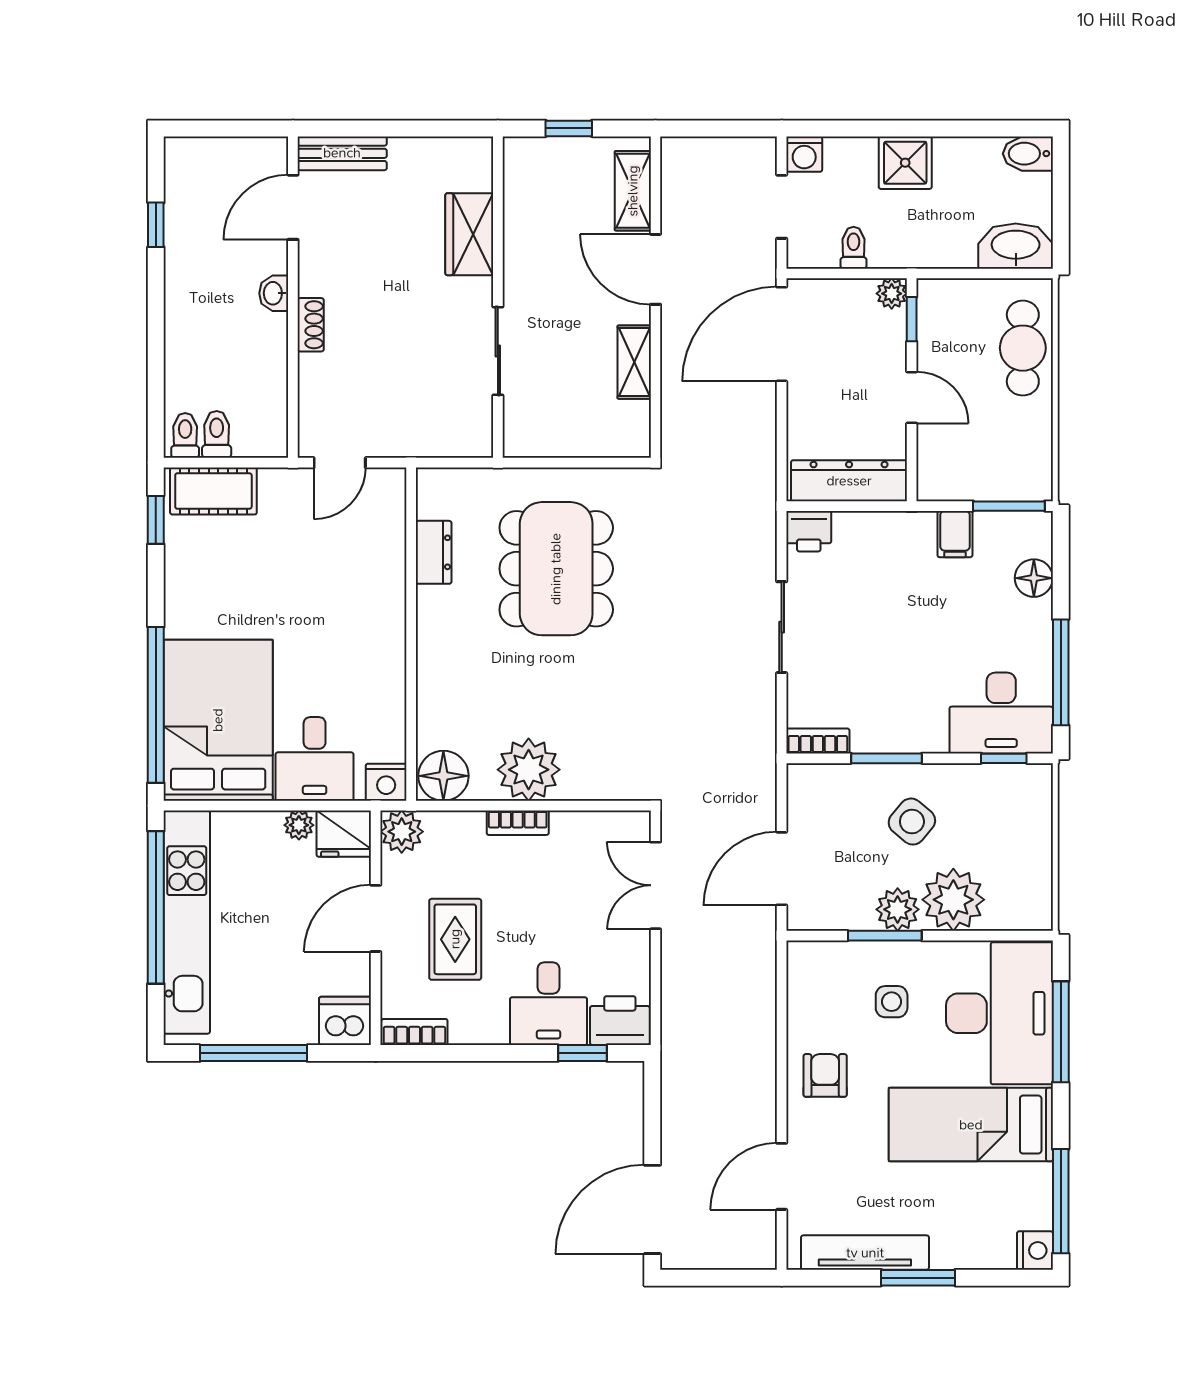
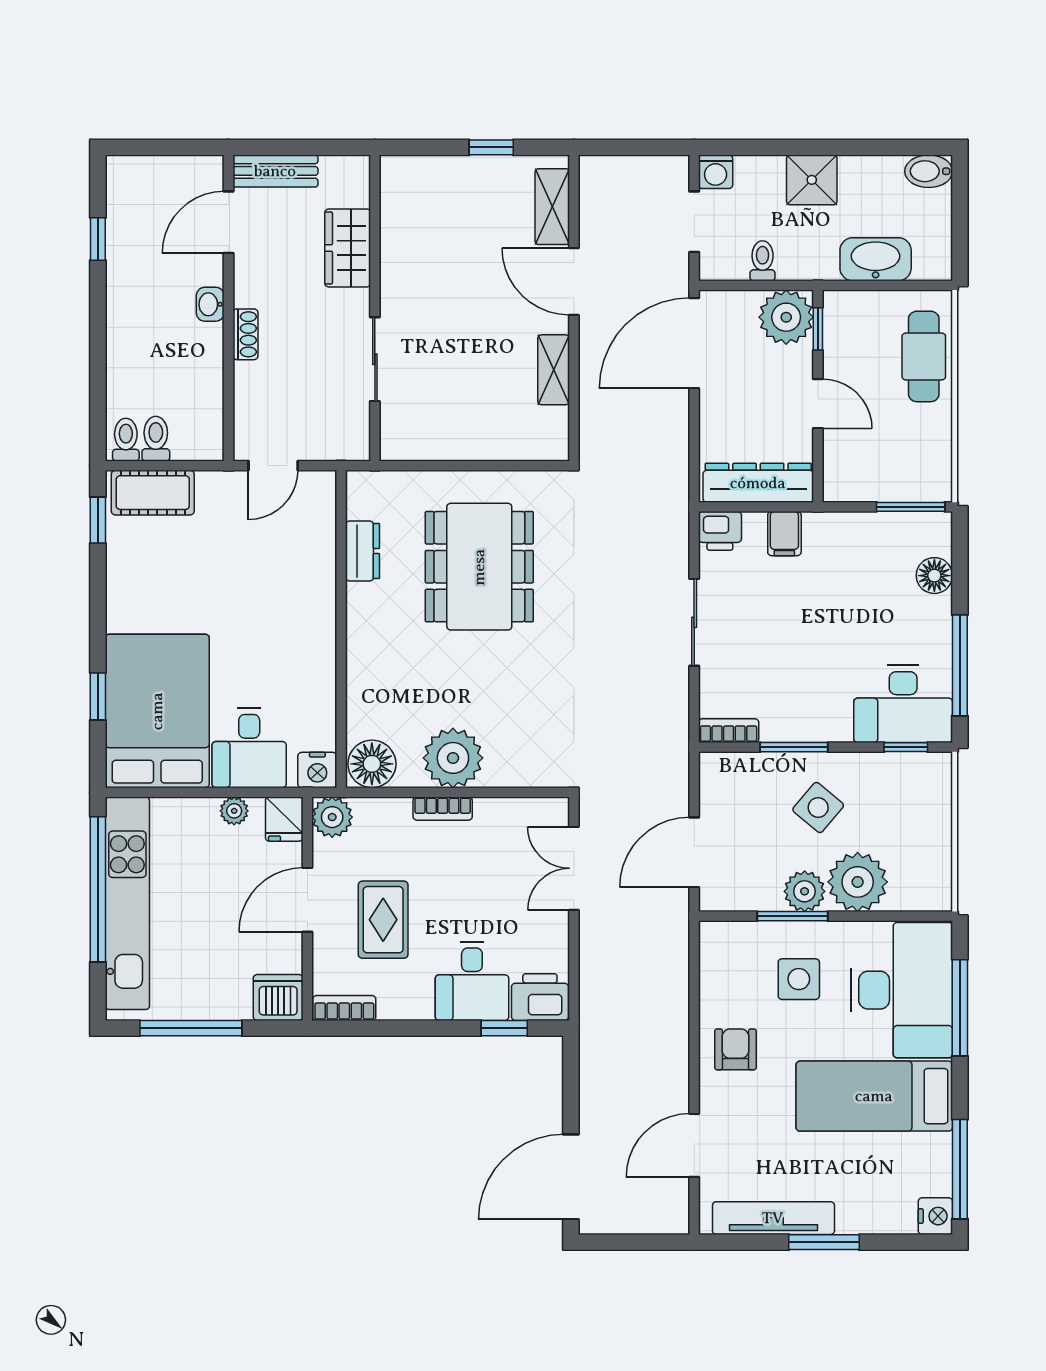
wardrobe: (469, 234) -> (348, 248), moved
washbasin: (1016, 246) -> (876, 259), moved
plant: (892, 294) -> (786, 317), width x1.88, depth x1.88
wall: (498, 297) -> (375, 308), moved
sliding door: (498, 351) -> (375, 359), moved
filing cabinet: (955, 534) -> (784, 534), moved
window: (156, 705) -> (98, 696), width x0.32
fridge: (344, 834) -> (284, 819), width x0.72
side table: (892, 1002) -> (799, 979), width x1.37, depth x1.37

